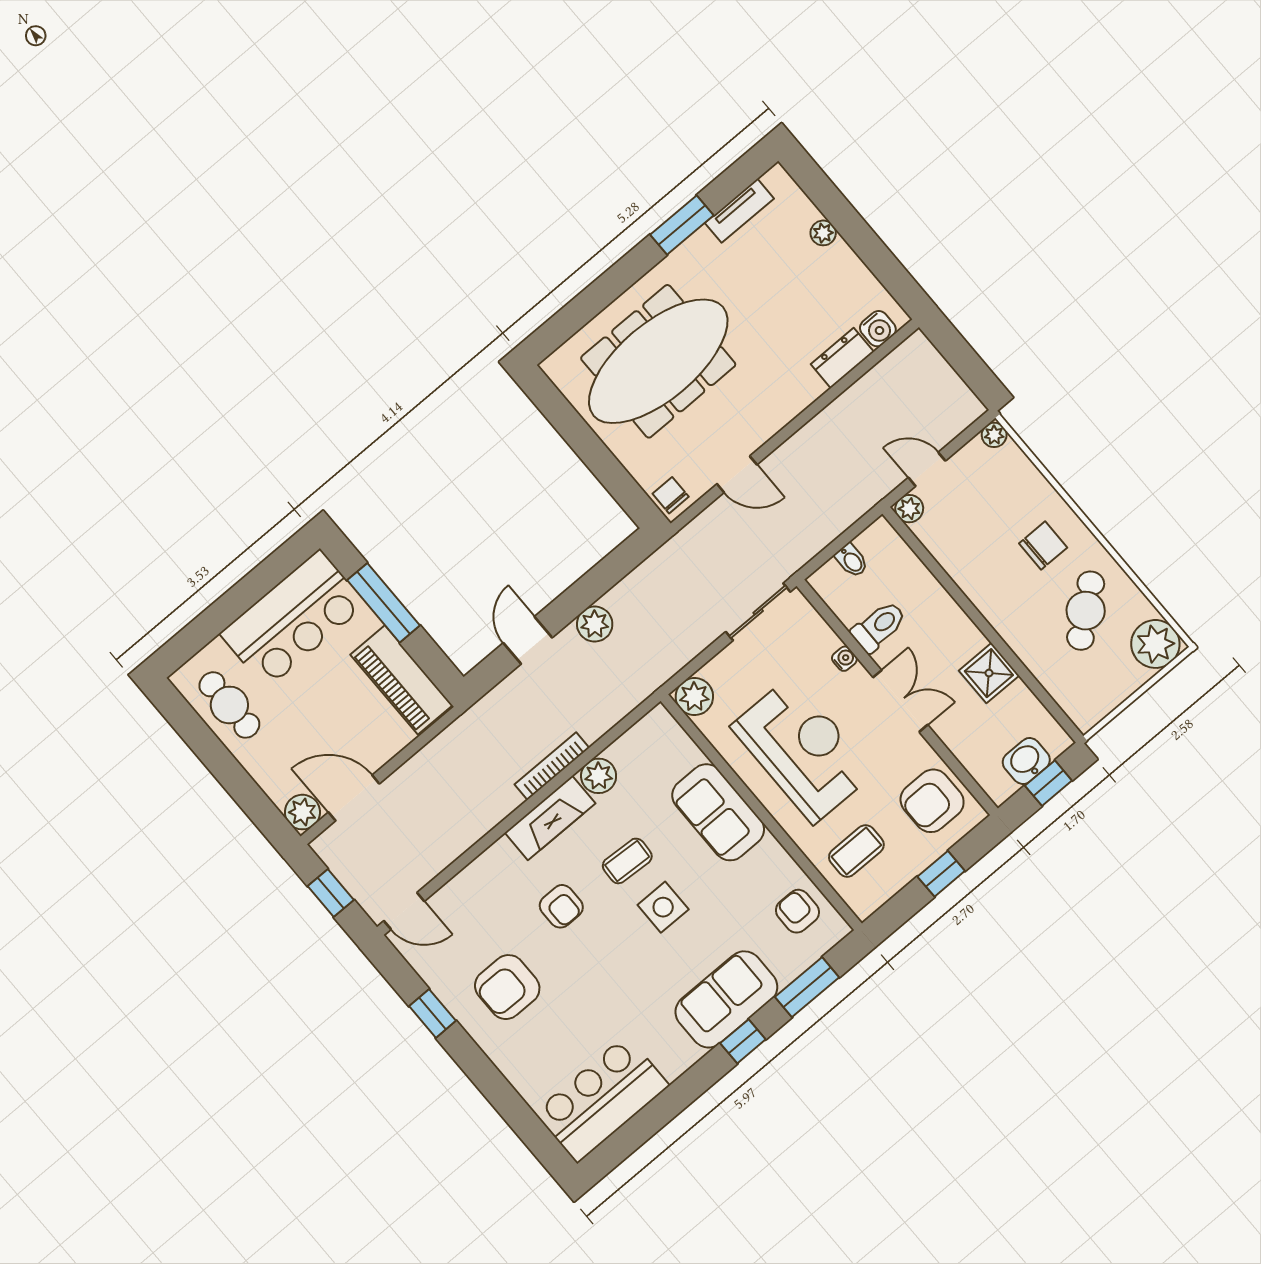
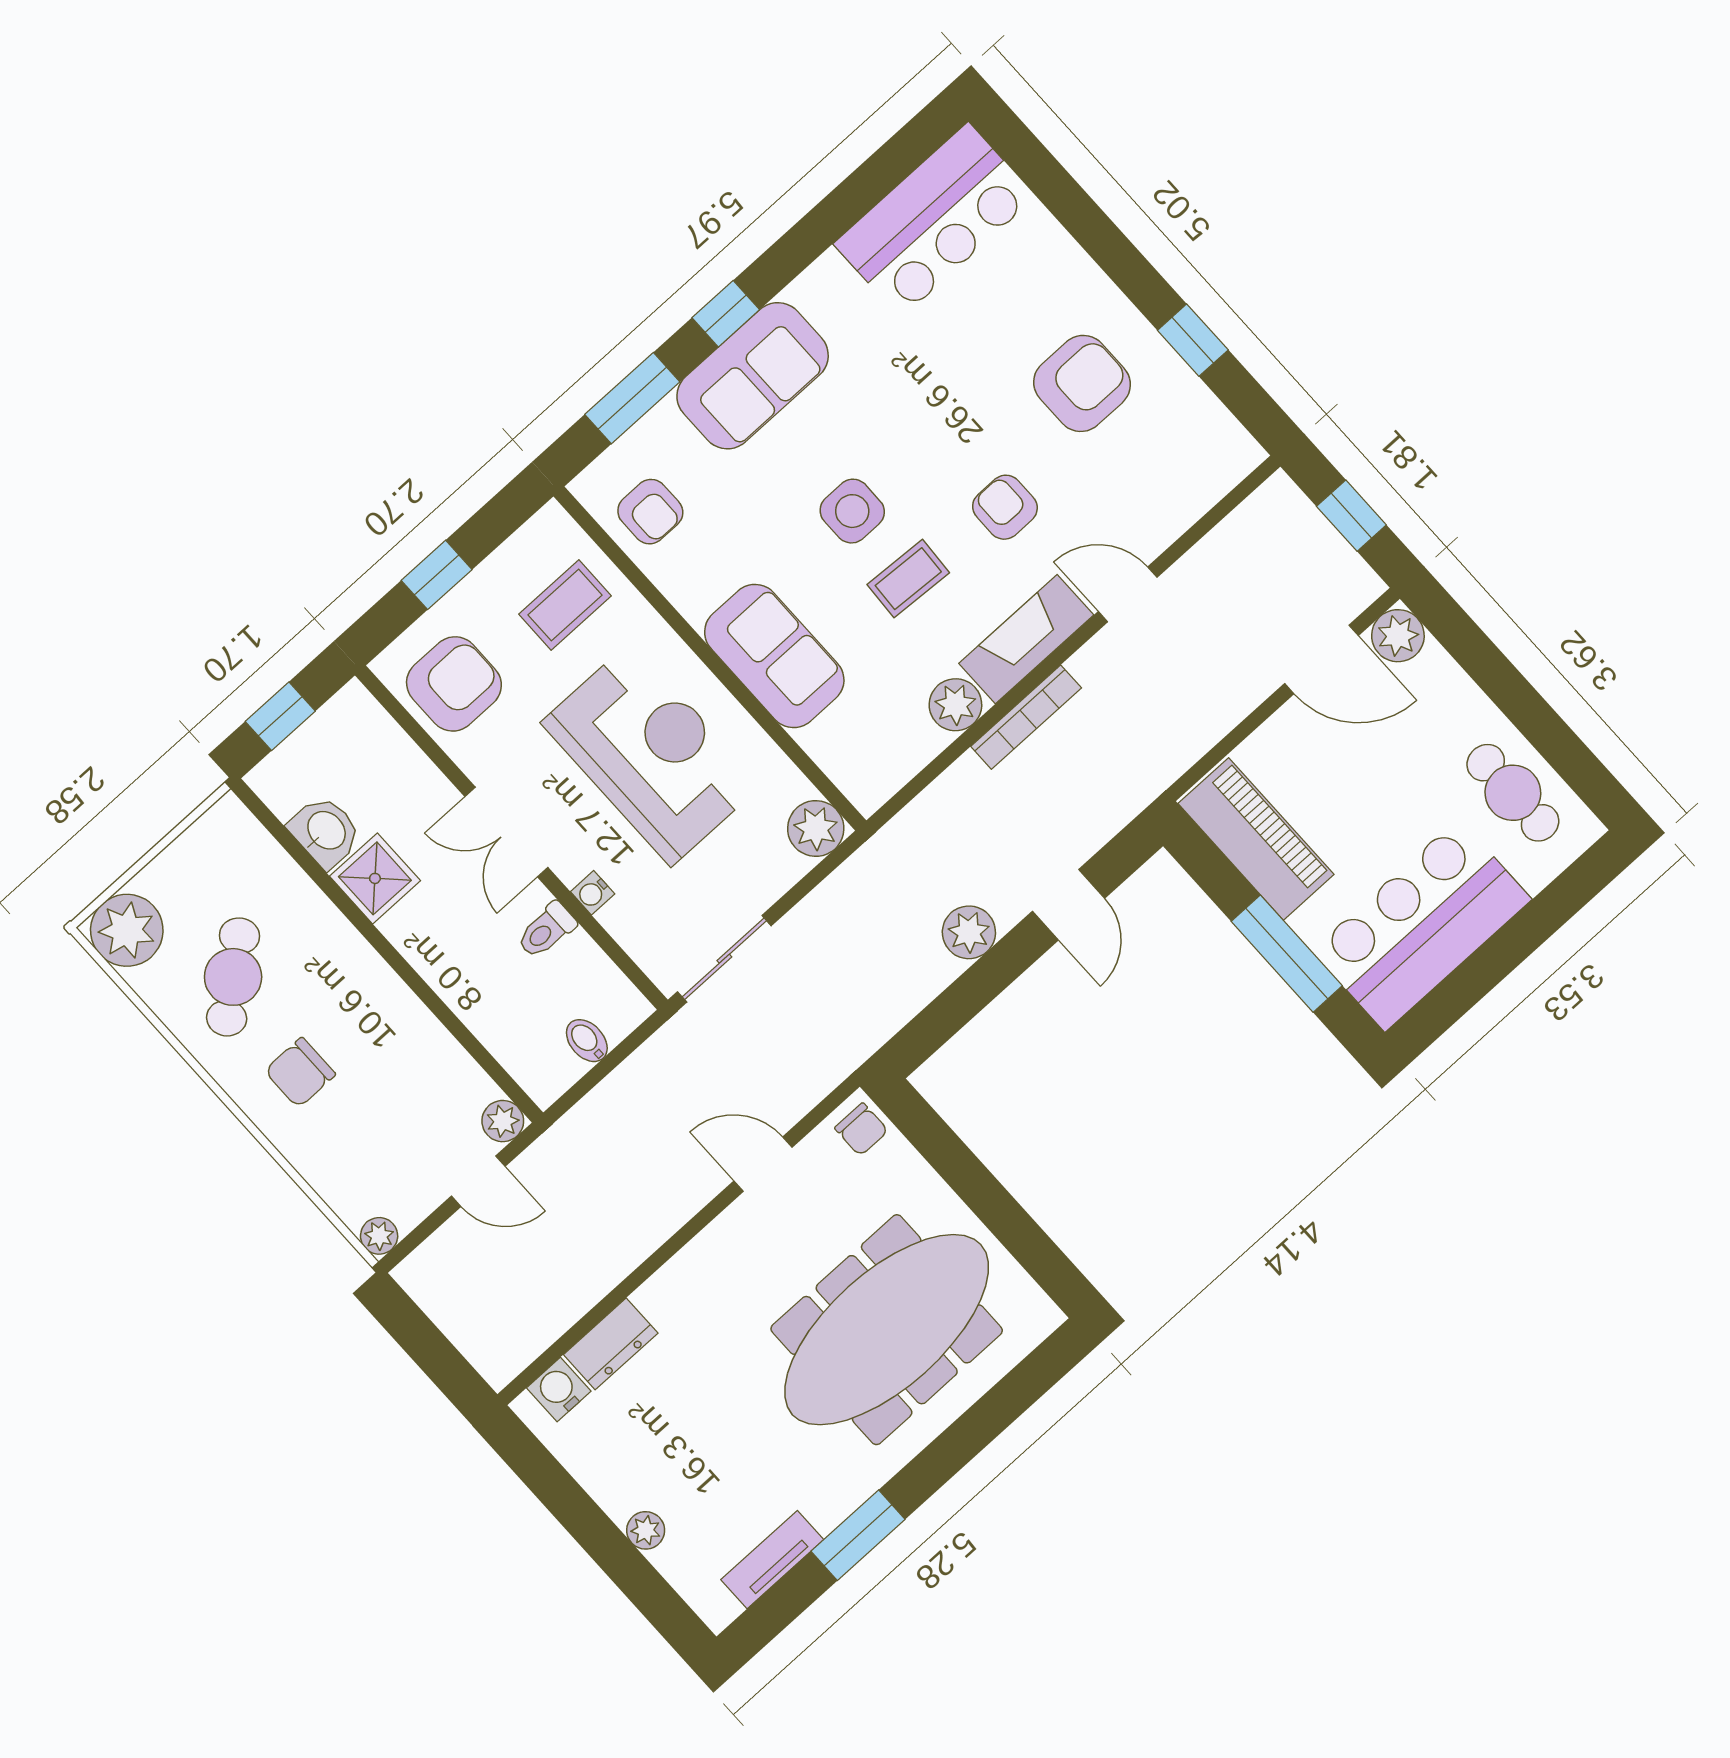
toilet: (879, 627) -> (546, 930), width x0.73, depth x0.72
reception desk: (802, 750) -> (651, 754), turned 180
washbasin: (1026, 761) -> (325, 831), moved, turned -90
door: (404, 911) -> (1128, 594), moved

